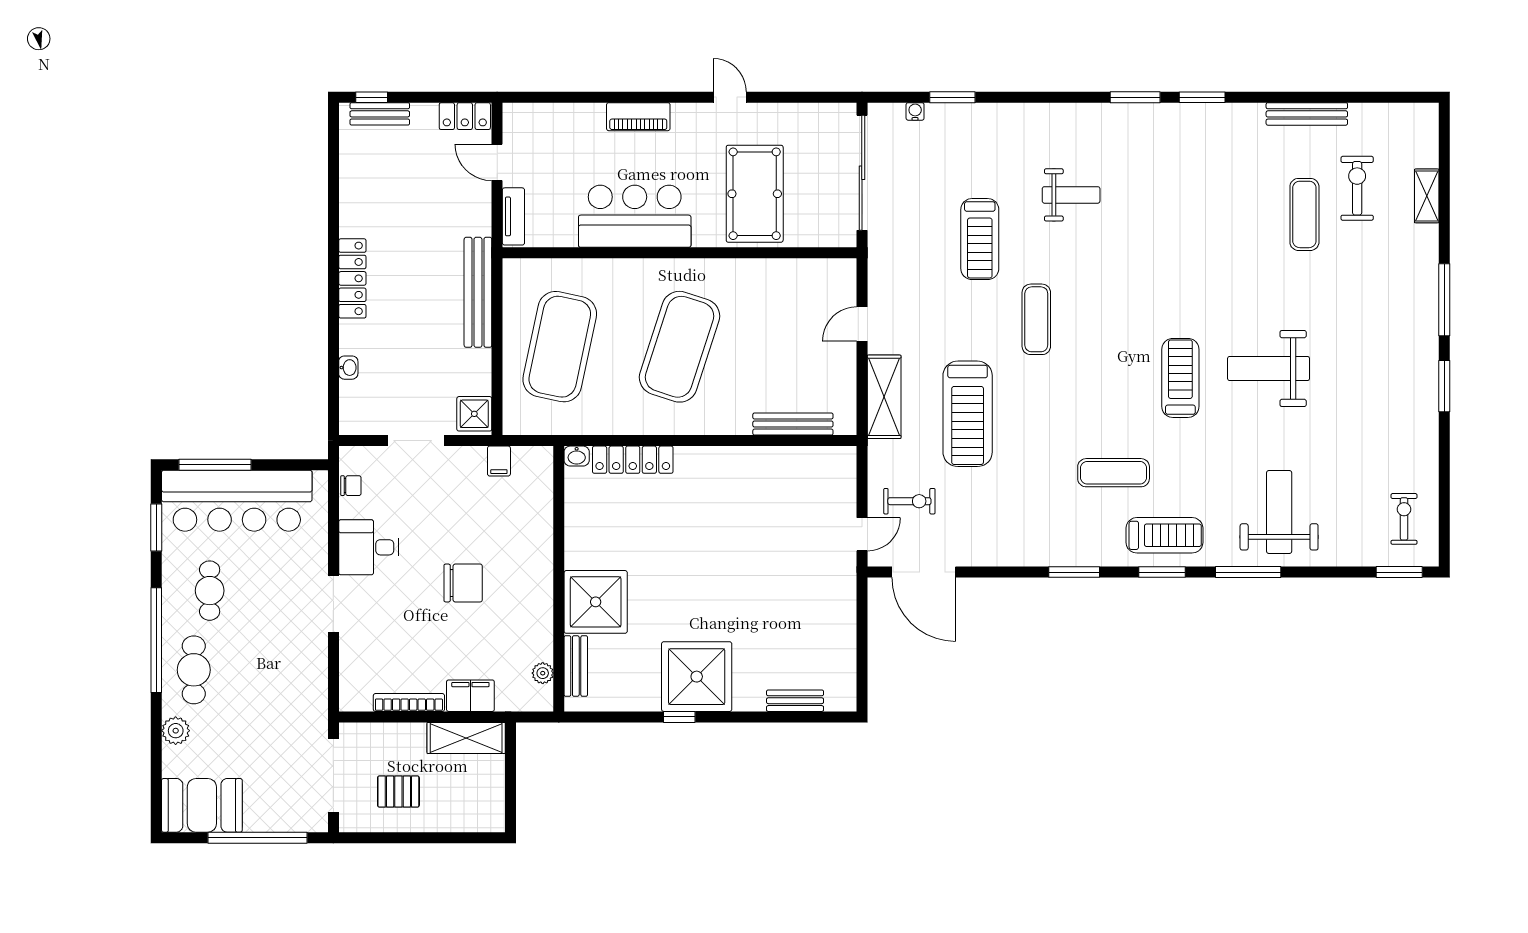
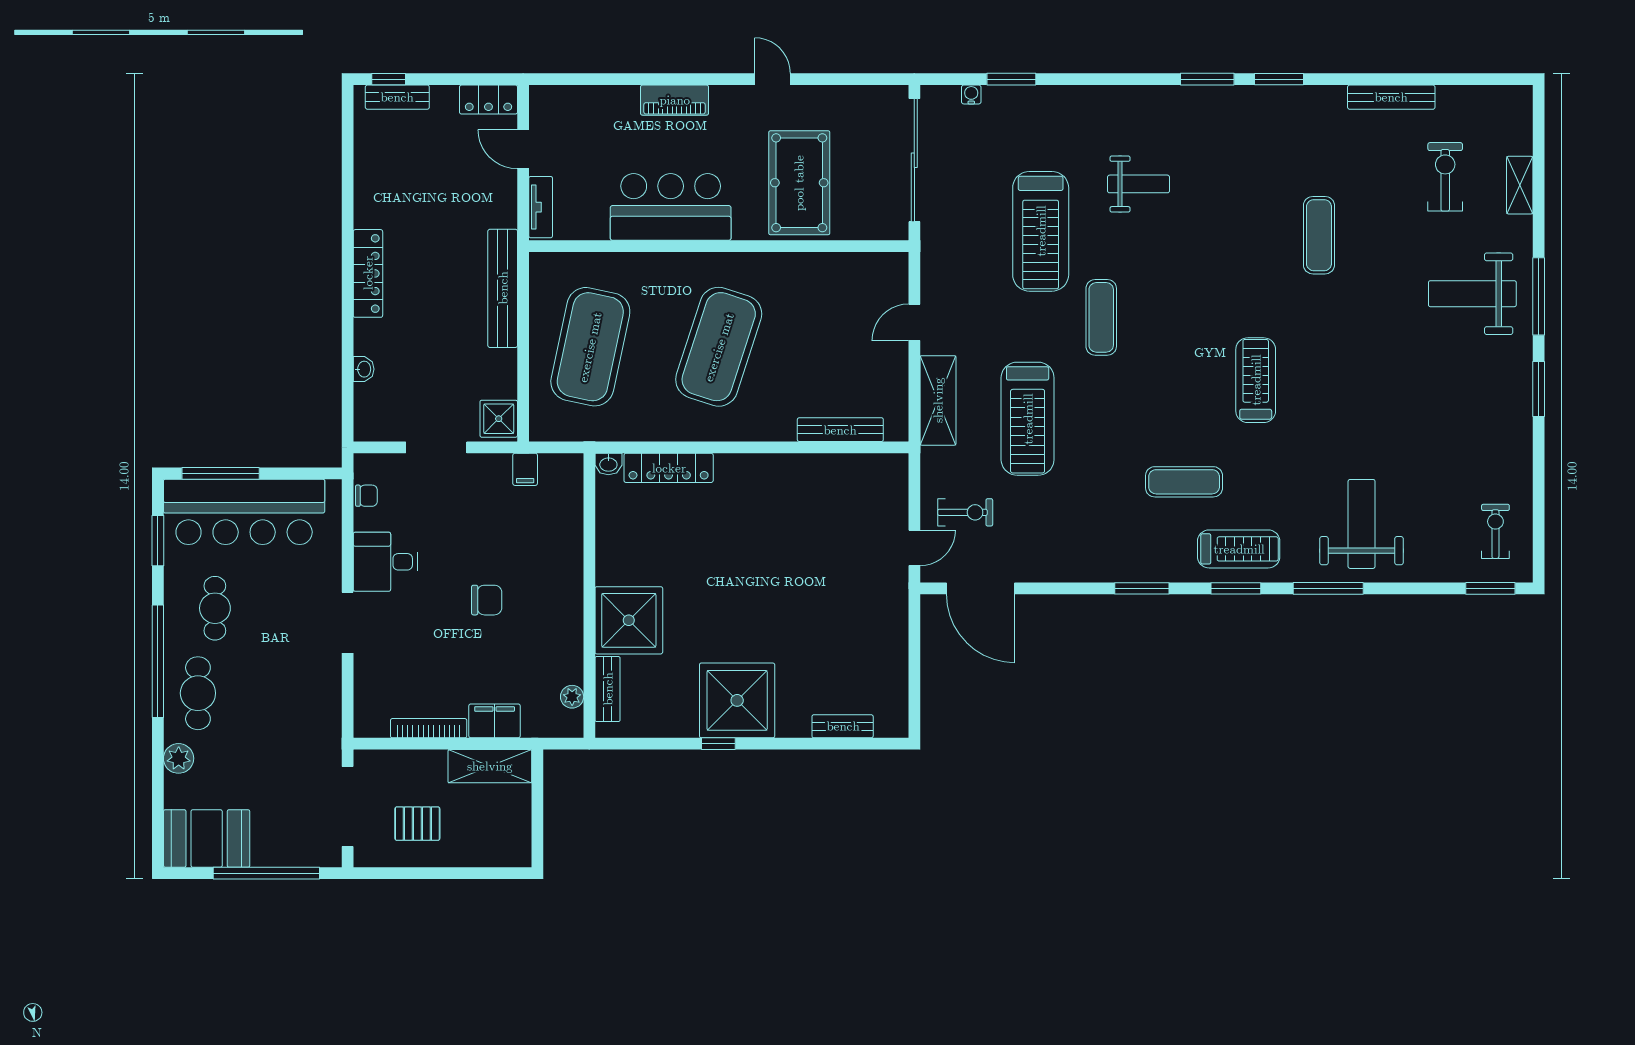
exercise mat: (1304, 214) -> (1319, 235), moved
treadmill: (980, 239) -> (1041, 231), width x1.37, depth x1.38
weight bench: (1269, 368) -> (1472, 294), moved
chair: (463, 583) -> (487, 600), width x0.73, depth x0.73

